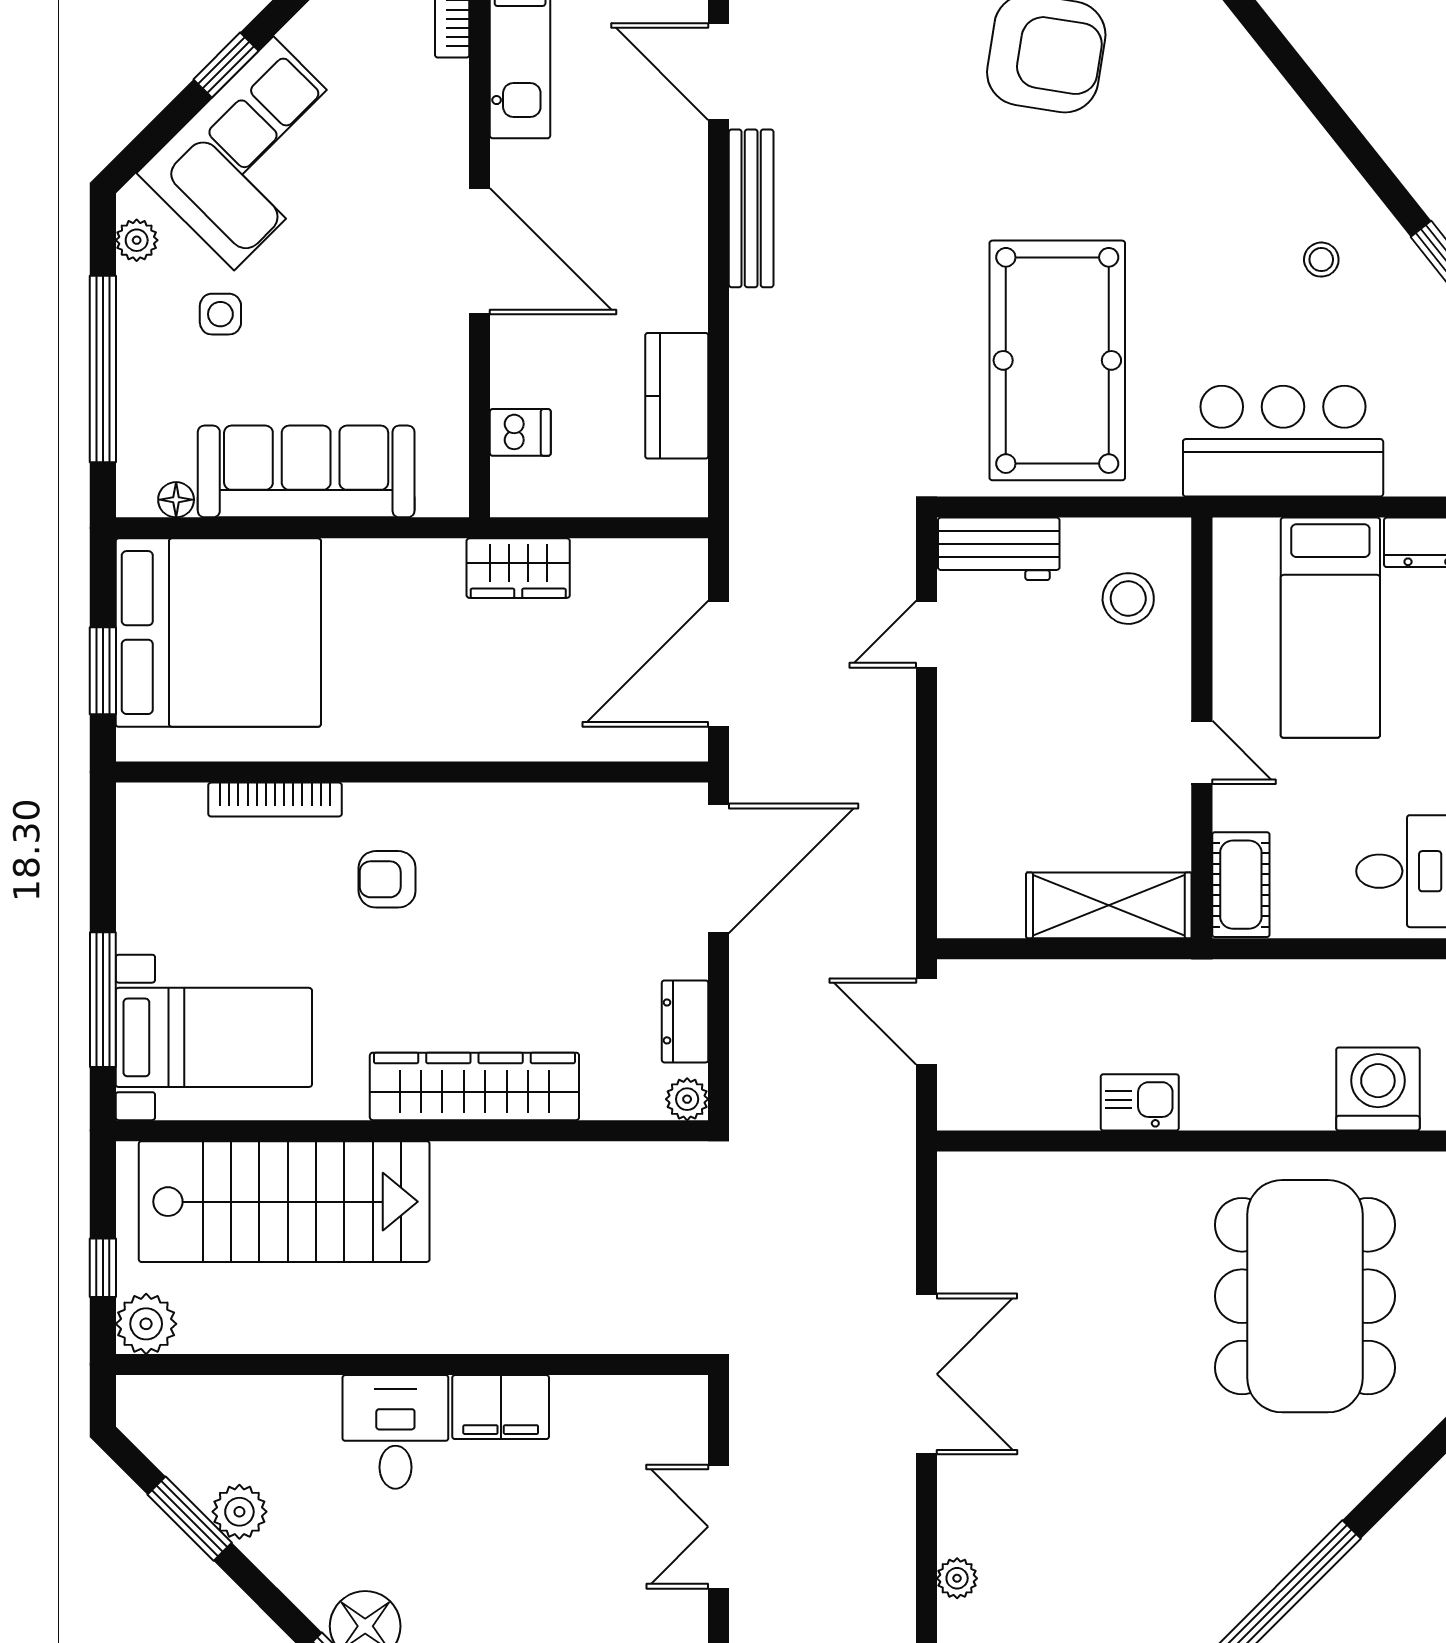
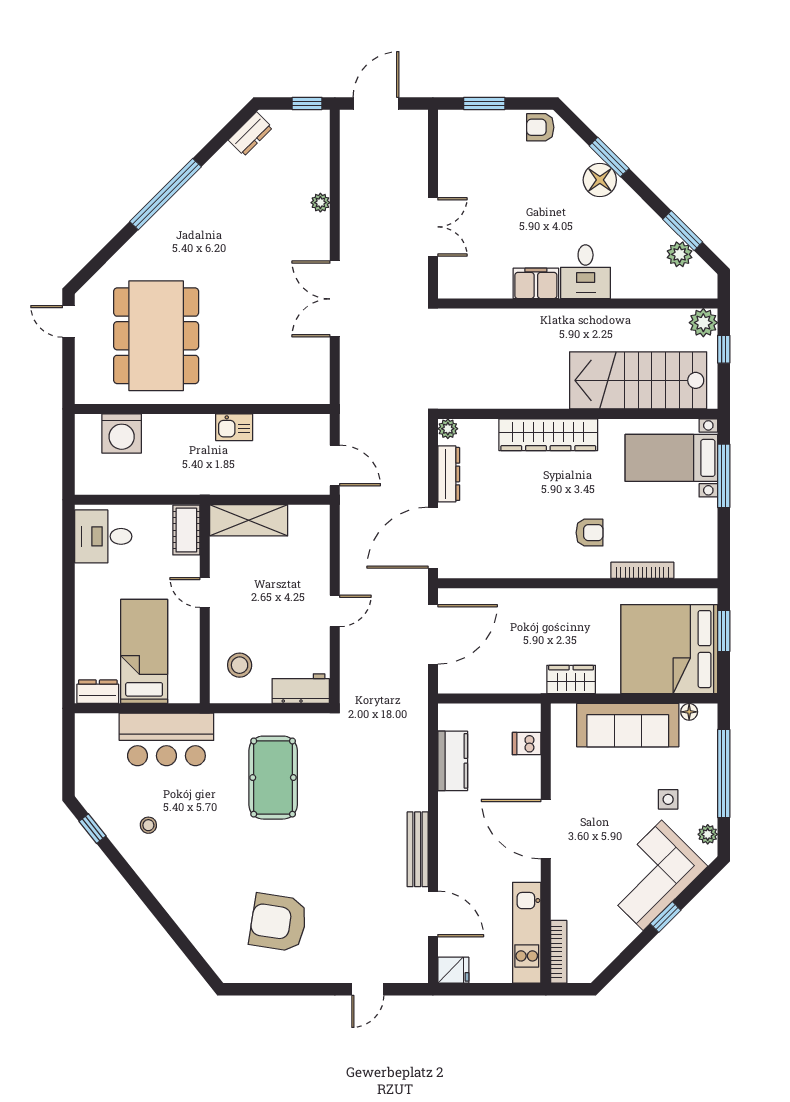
pool table: (1057, 360) -> (273, 778), width x0.73, depth x0.76
wardrobe: (518, 568) -> (571, 679), moved
door: (926, 634) -> (335, 611), moved
dresser: (685, 1021) -> (449, 474), width x1.44
plant: (239, 1512) -> (680, 254), moved

